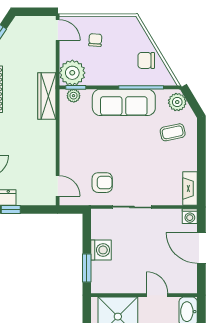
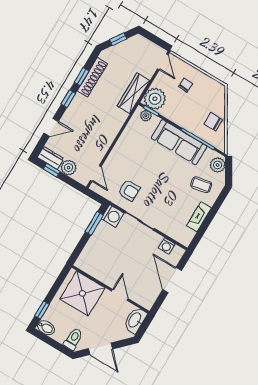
wardrobe: (47, 96) -> (133, 93), moved
fireplace: (190, 188) -> (199, 217), moved
plant: (26, 196) -> (69, 168), added
washing machine: (190, 216) -> (167, 246), moved
washing machine: (101, 250) -> (113, 216), moved
window: (87, 268) -> (94, 223), moved

